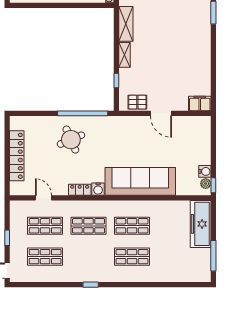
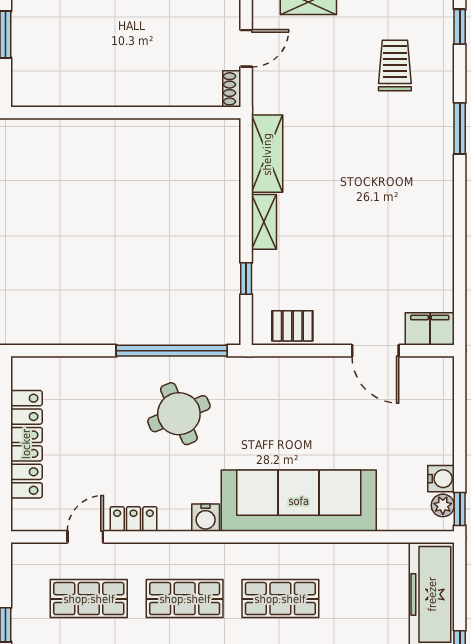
door: (161, 113) -> (375, 351), moved
round table: (71, 140) -> (179, 414), moved
locker: (80, 190) -> (134, 519), moved
door: (44, 198) -> (85, 537), hinge flipped

